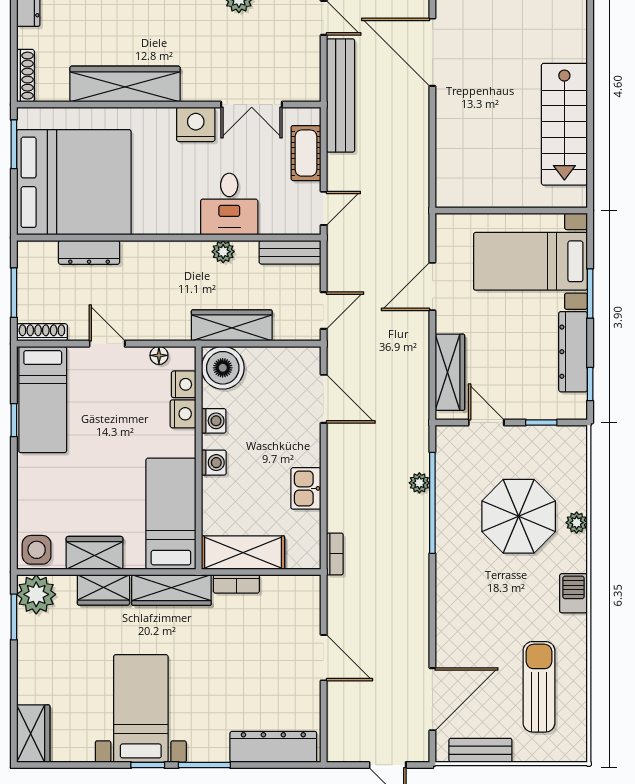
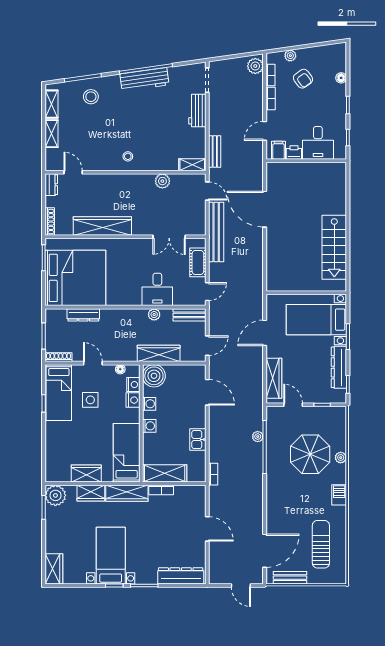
nightstand: (196, 124) -> (140, 247), removed
side table: (37, 550) -> (90, 400), moved

